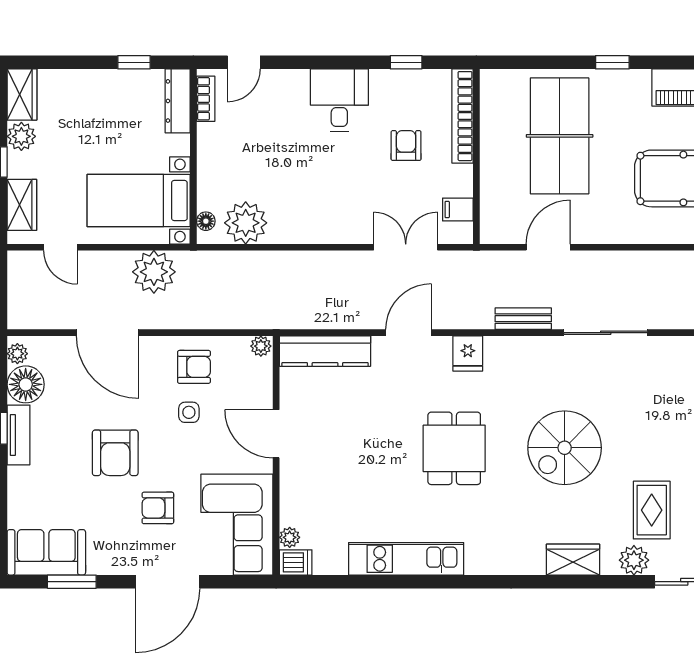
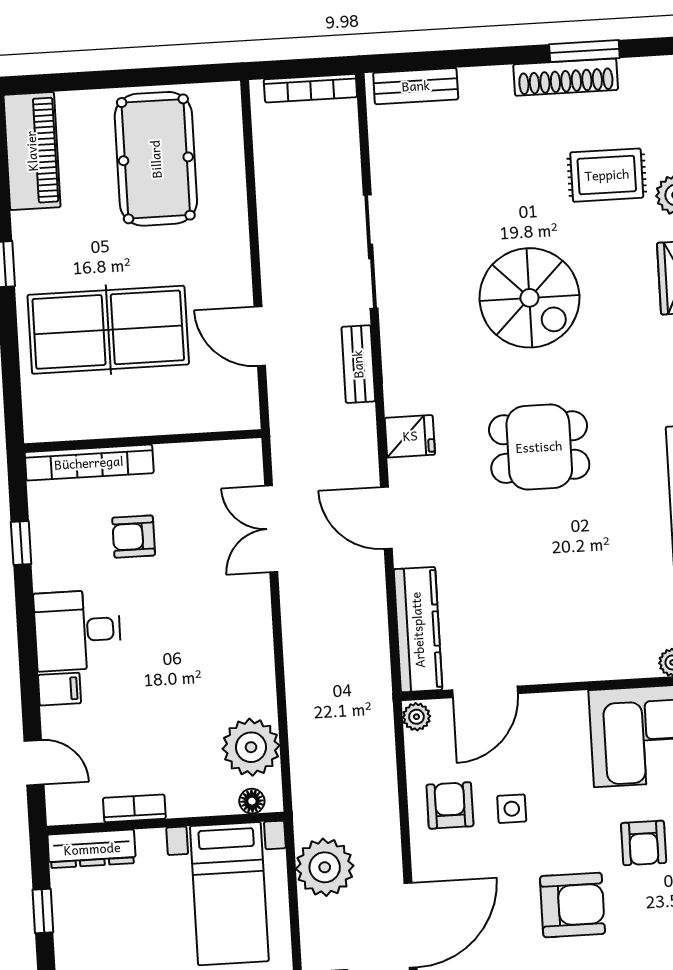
bookcase: (206, 99) -> (134, 808), moved
filing cabinet: (458, 210) -> (59, 689), moved, turned -90
door: (276, 434) -> (485, 692), moved

